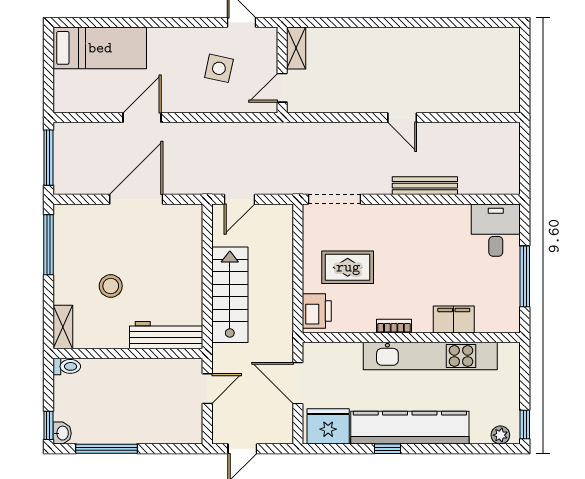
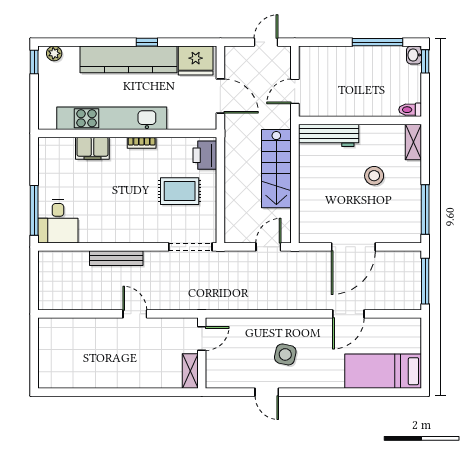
shelving: (296, 48) -> (190, 371), moved
wall: (282, 70) -> (202, 353), moved
door: (282, 88) -> (202, 338), moved
window: (525, 276) -> (34, 210), moved

